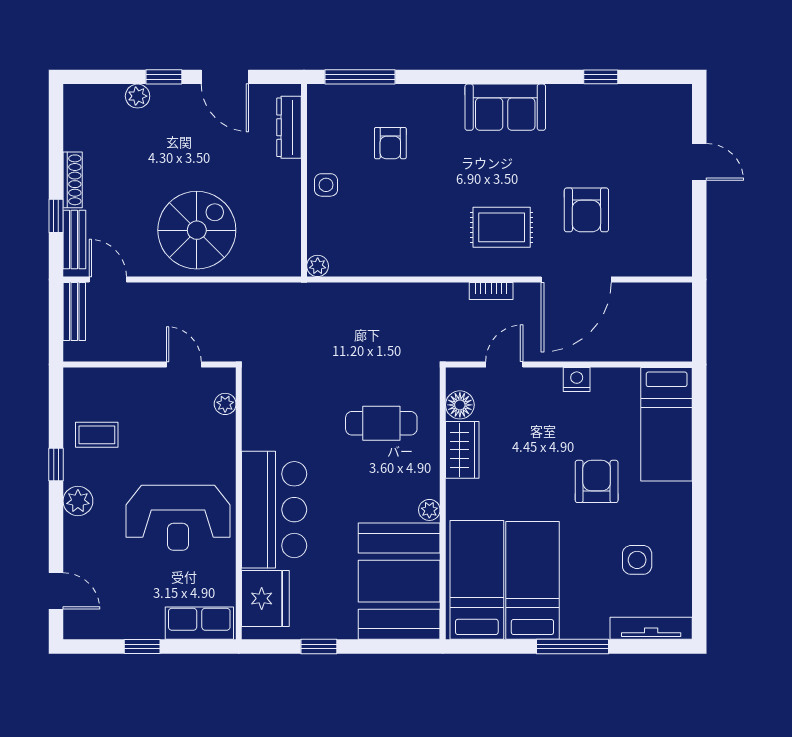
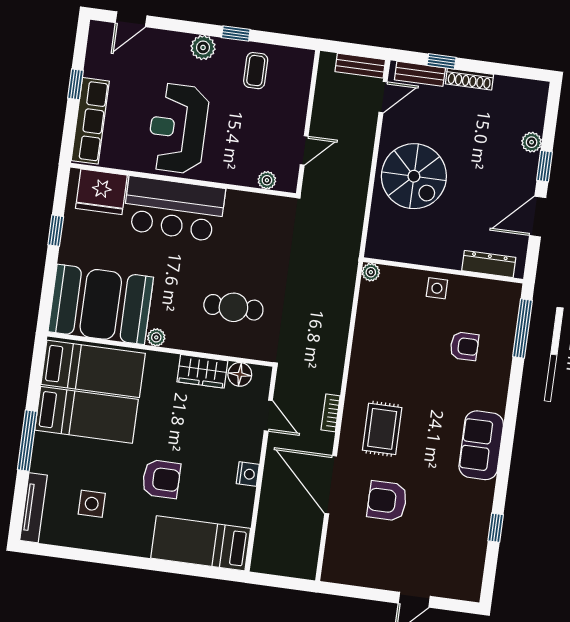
armchair: (390, 143) -> (464, 346), turned 180
cafe table: (381, 423) -> (233, 307), turned 90
row of seats: (199, 623) -> (90, 121), width x1.48

